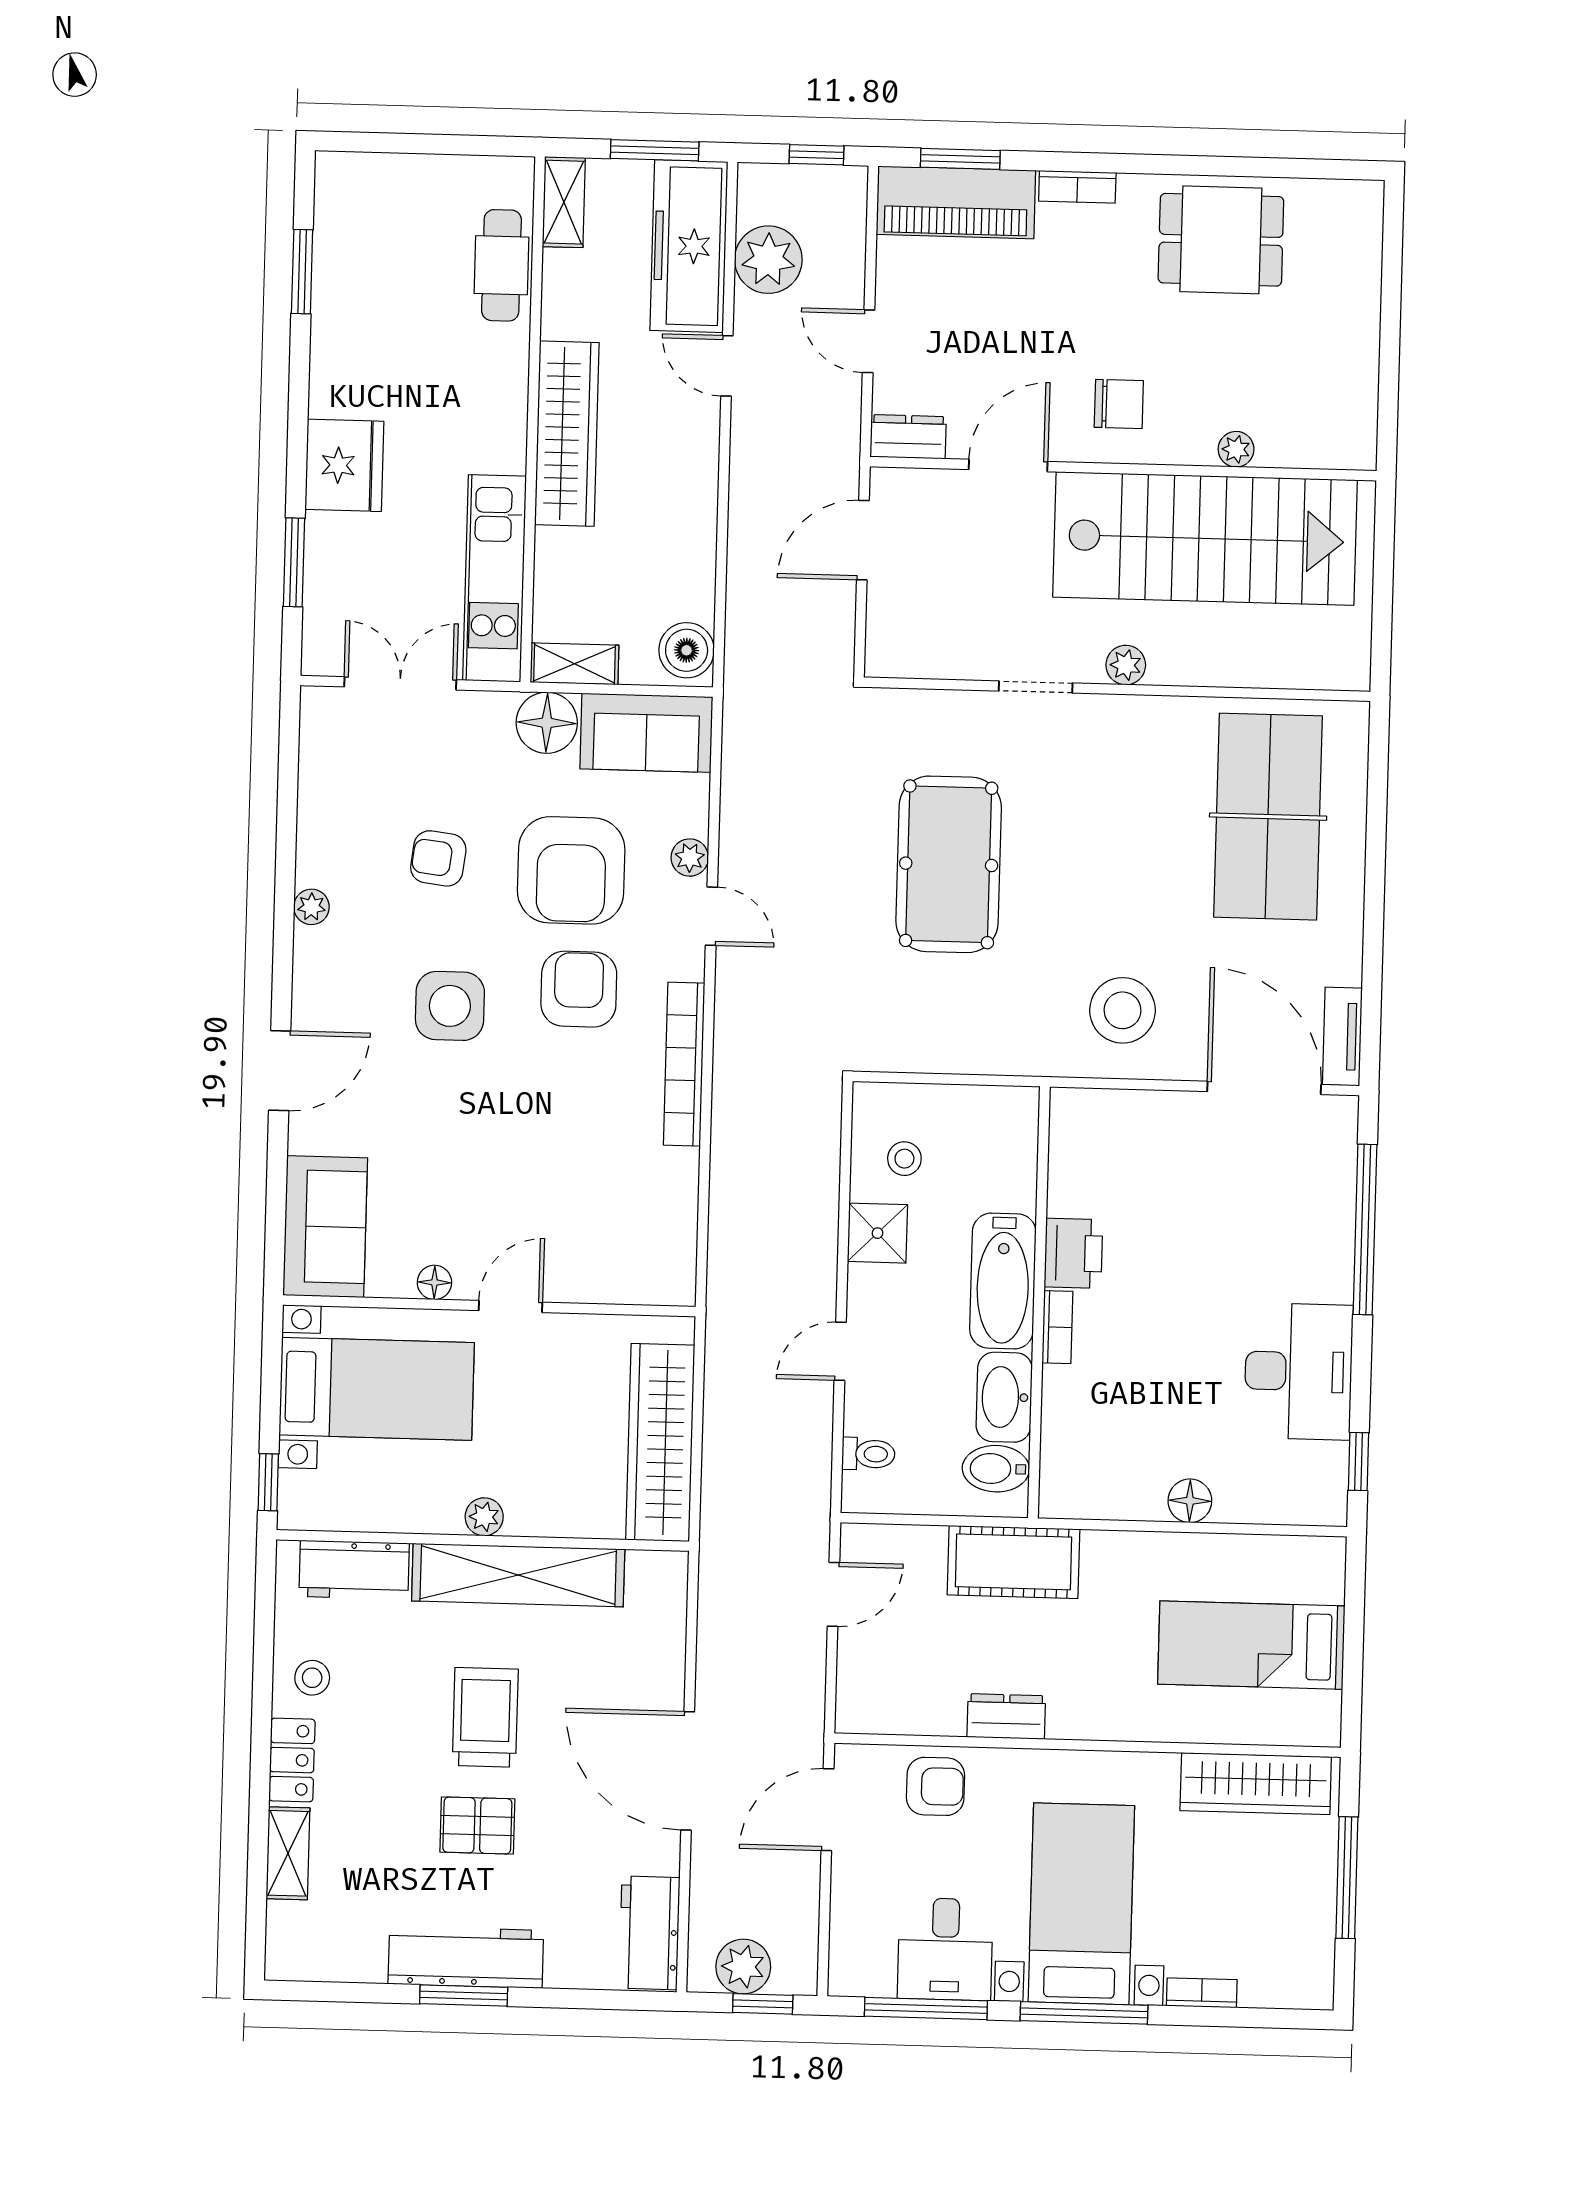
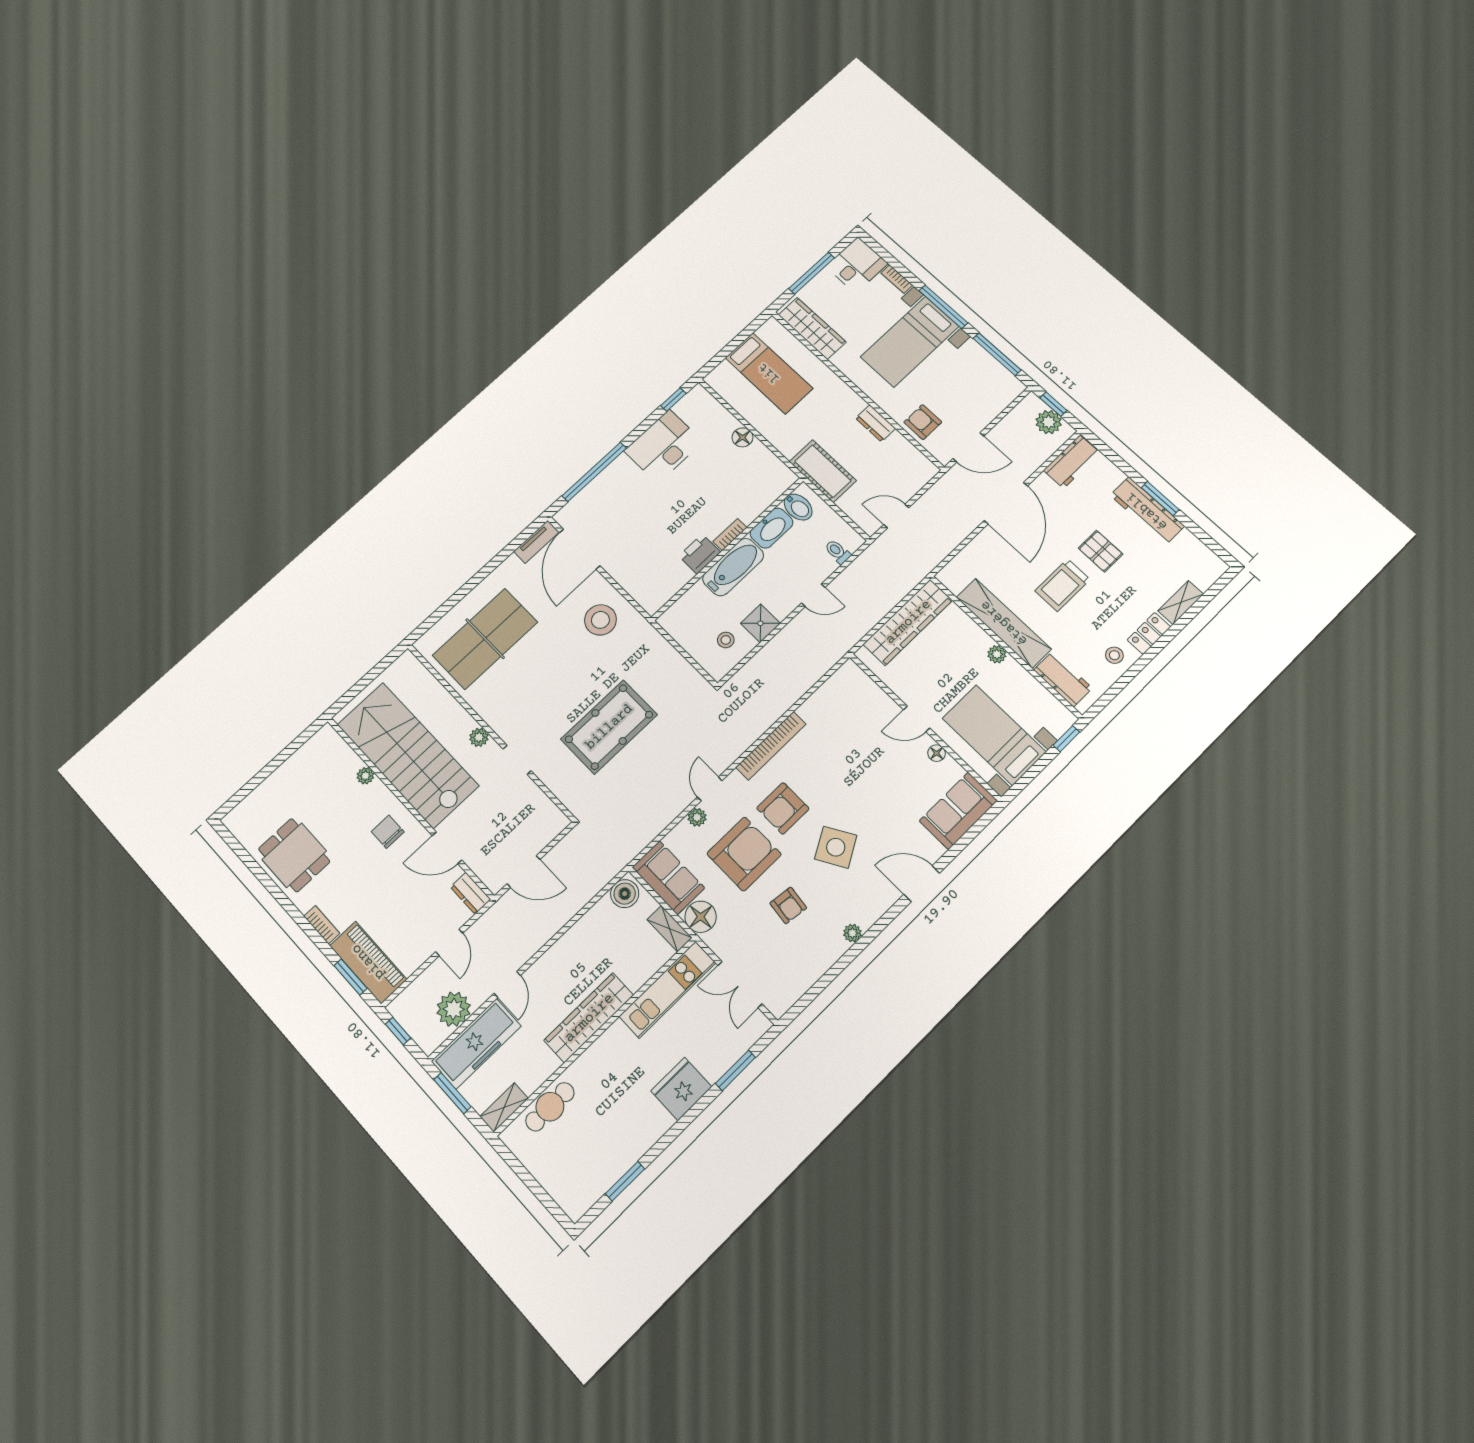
side table: (450, 1006) -> (836, 847), turned -30
desk: (945, 1949) -> (857, 265), moved

